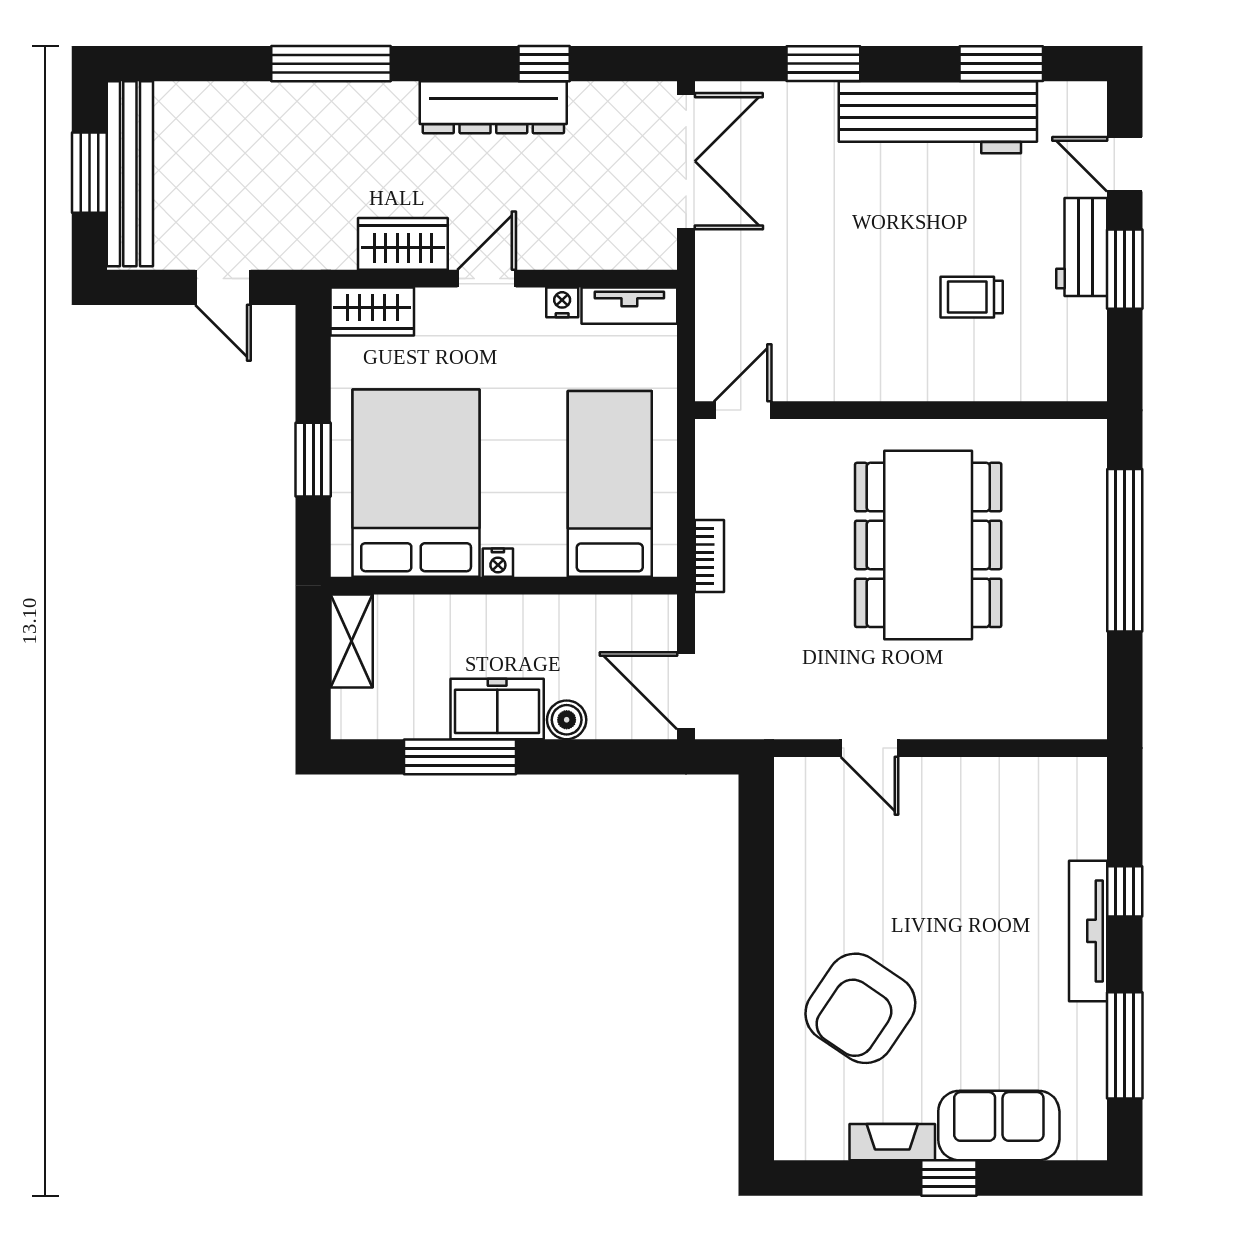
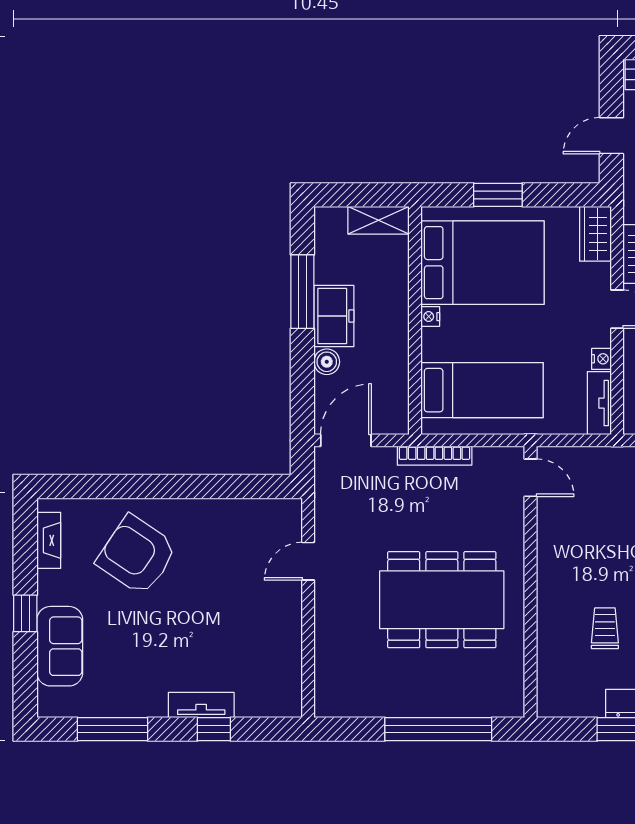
bookcase: (709, 556) -> (435, 456), width x1.56
tv unit: (1088, 931) -> (201, 705), width x0.71
fireplace: (892, 1142) -> (49, 540), moved

